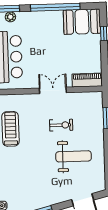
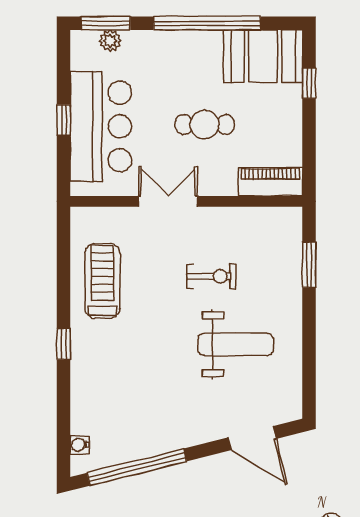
cafe table: (56, 54) -> (205, 125), added
double door: (53, 90) -> (168, 201), moved

